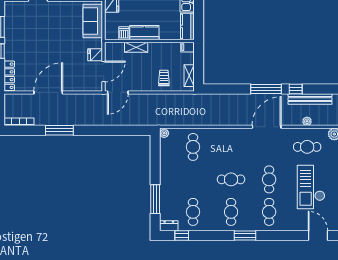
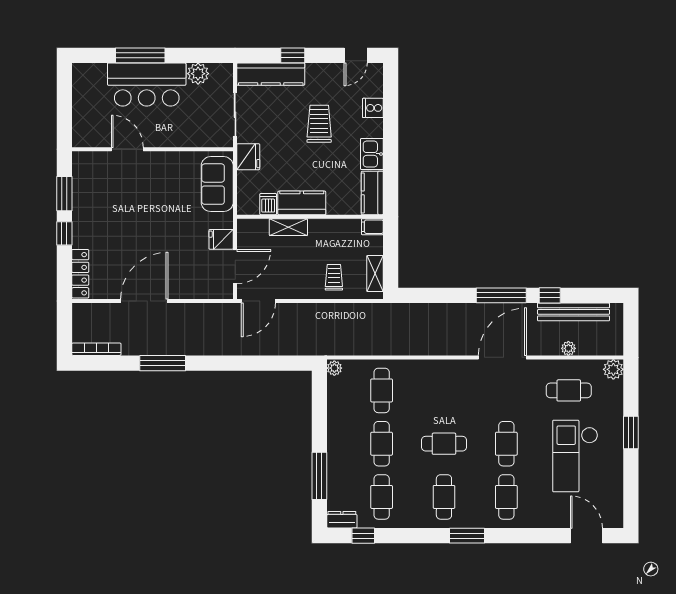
cafe table: (193, 179) -> (382, 444), added

